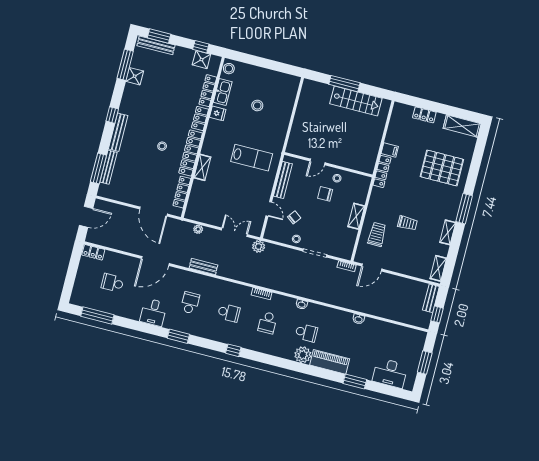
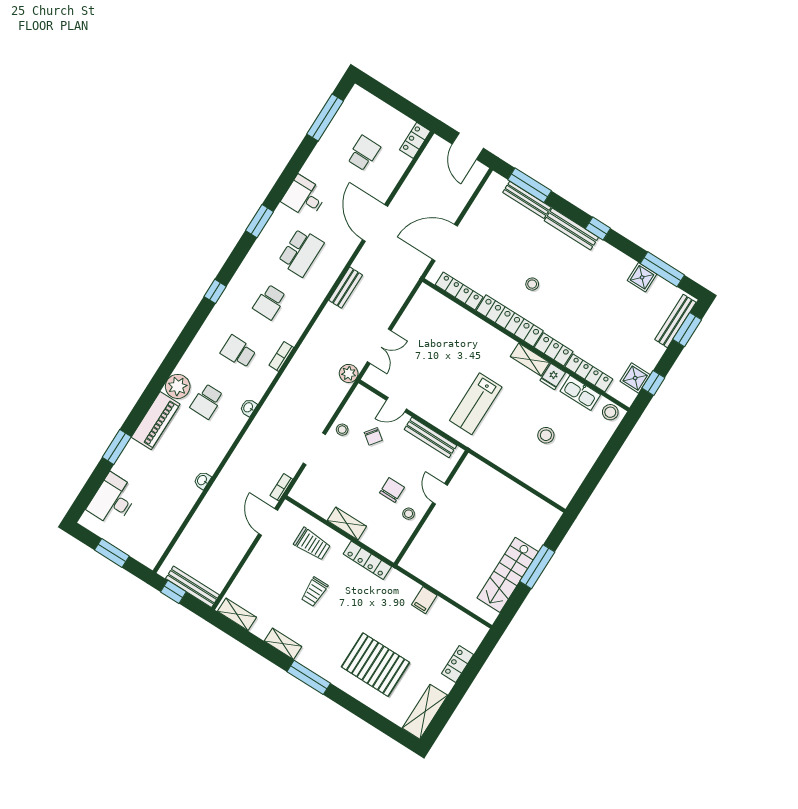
shelving: (202, 167) -> (530, 360), moved
pallet: (442, 168) -> (376, 665), turned 90
locker: (382, 171) -> (367, 560), moved
plant: (198, 229) -> (400, 297), removed
bench: (431, 298) -> (193, 587), width x1.36
school desk: (190, 303) -> (301, 252), width x1.85

